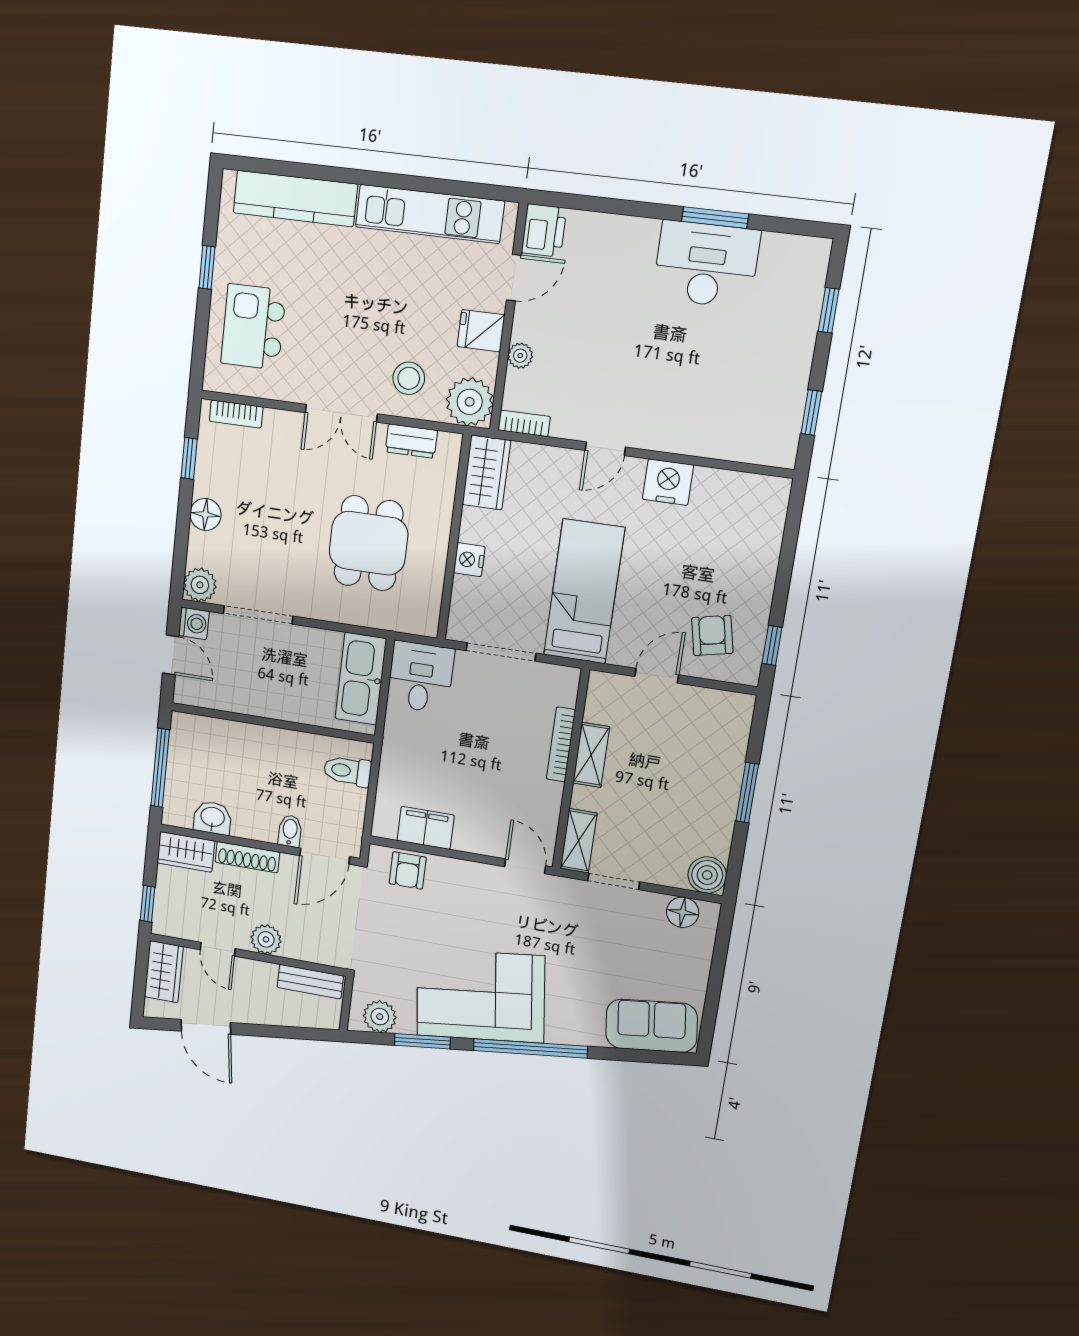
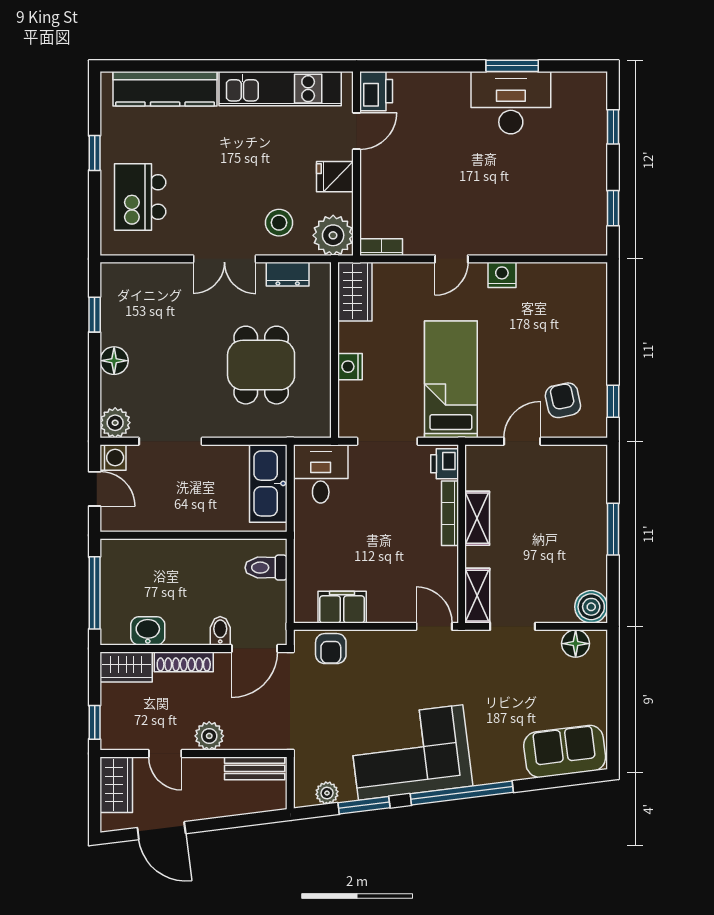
plant: (520, 356) -> (370, 193), removed
bookcase: (236, 414) -> (133, 271), removed
nightstand: (668, 482) -> (502, 275), width x0.74, depth x0.75
printer: (563, 688) -> (445, 464), added
plant: (380, 1017) -> (327, 793), width x0.73, depth x0.73

